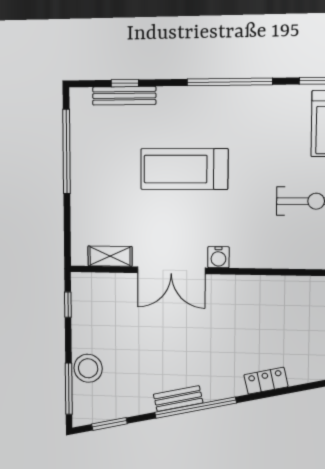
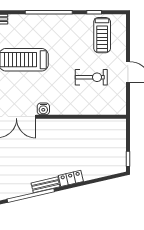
bench: (178, 399) -> (46, 185), moved

